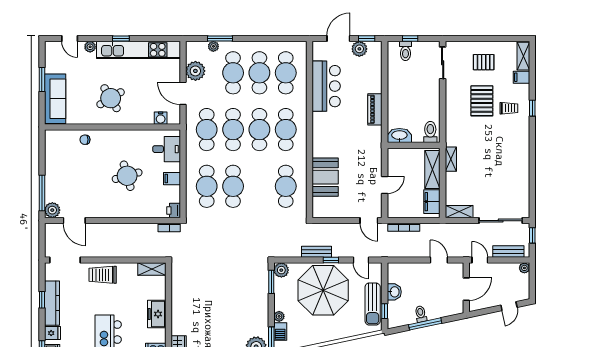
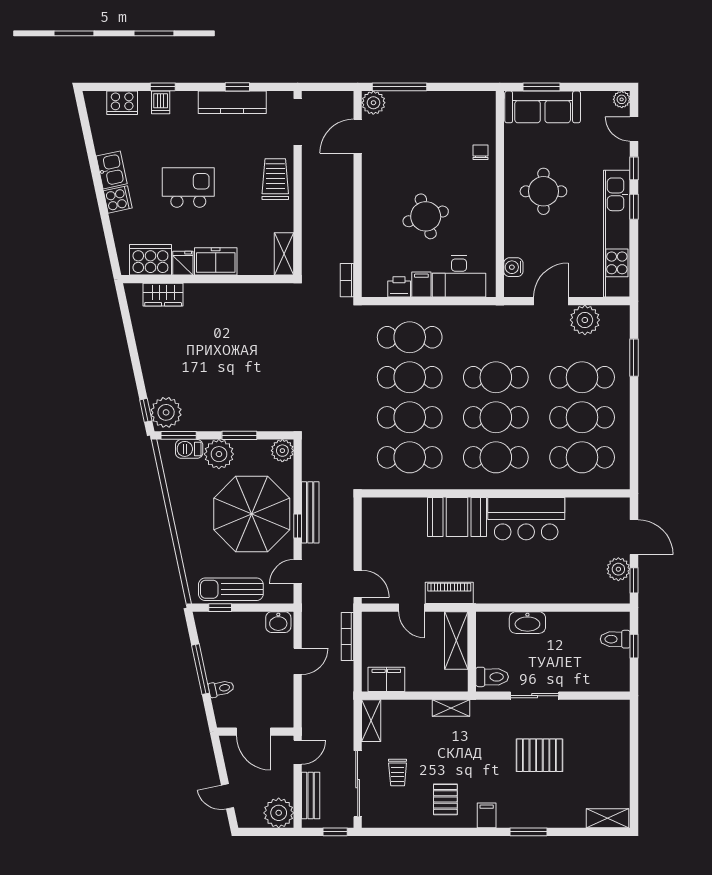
door: (70, 39) -> (634, 129), hinge flipped
window: (96, 39) -> (634, 168), added
plant: (213, 46) -> (622, 347), removed
plant: (90, 47) -> (622, 99), moved
pallet: (484, 62) -> (445, 799), moved
sliding door: (443, 63) -> (535, 696), moved
filing cabinet: (521, 77) -> (487, 815), moved
window: (42, 80) -> (541, 87), moved
bar counter: (326, 86) -> (526, 519), moved
round table: (111, 98) -> (543, 191), turned 31
trolley: (509, 108) -> (398, 773), moved
window: (532, 108) -> (528, 832), width x1.50
piano: (375, 109) -> (449, 593), moved
cafe table: (207, 130) -> (410, 417), moved
washbasin: (399, 135) -> (527, 623), moved, turned 90
desk: (167, 149) -> (459, 276), width x1.37
shelving: (432, 169) -> (456, 640), moved, turned 90
booth: (325, 177) -> (457, 517), moved
printer: (174, 210) -> (399, 287), moved
door: (369, 221) -> (358, 584), swing flipped
bench: (317, 252) -> (310, 512), width x1.36
door: (439, 260) -> (298, 661), moved
plant: (524, 268) -> (279, 813), width x1.87, depth x1.87
window: (271, 282) -> (239, 435), moved
washbasin: (394, 292) -> (278, 622), moved
toilet: (421, 314) -> (221, 688), moved
plant: (279, 316) -> (219, 454), width x1.87, depth x1.87
fridge: (52, 333) -> (183, 263), moved, turned 180

